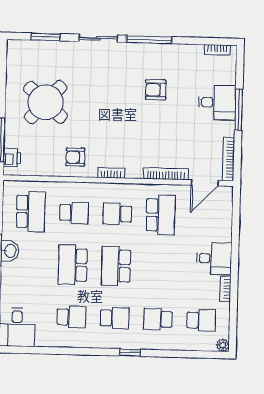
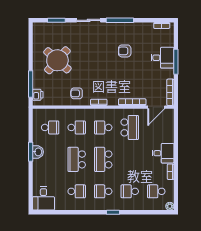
school desk: (31, 212) -> (50, 127), width x0.54
school desk: (115, 318) -> (103, 191), turned 180
school desk: (201, 320) -> (156, 191), turned 180

